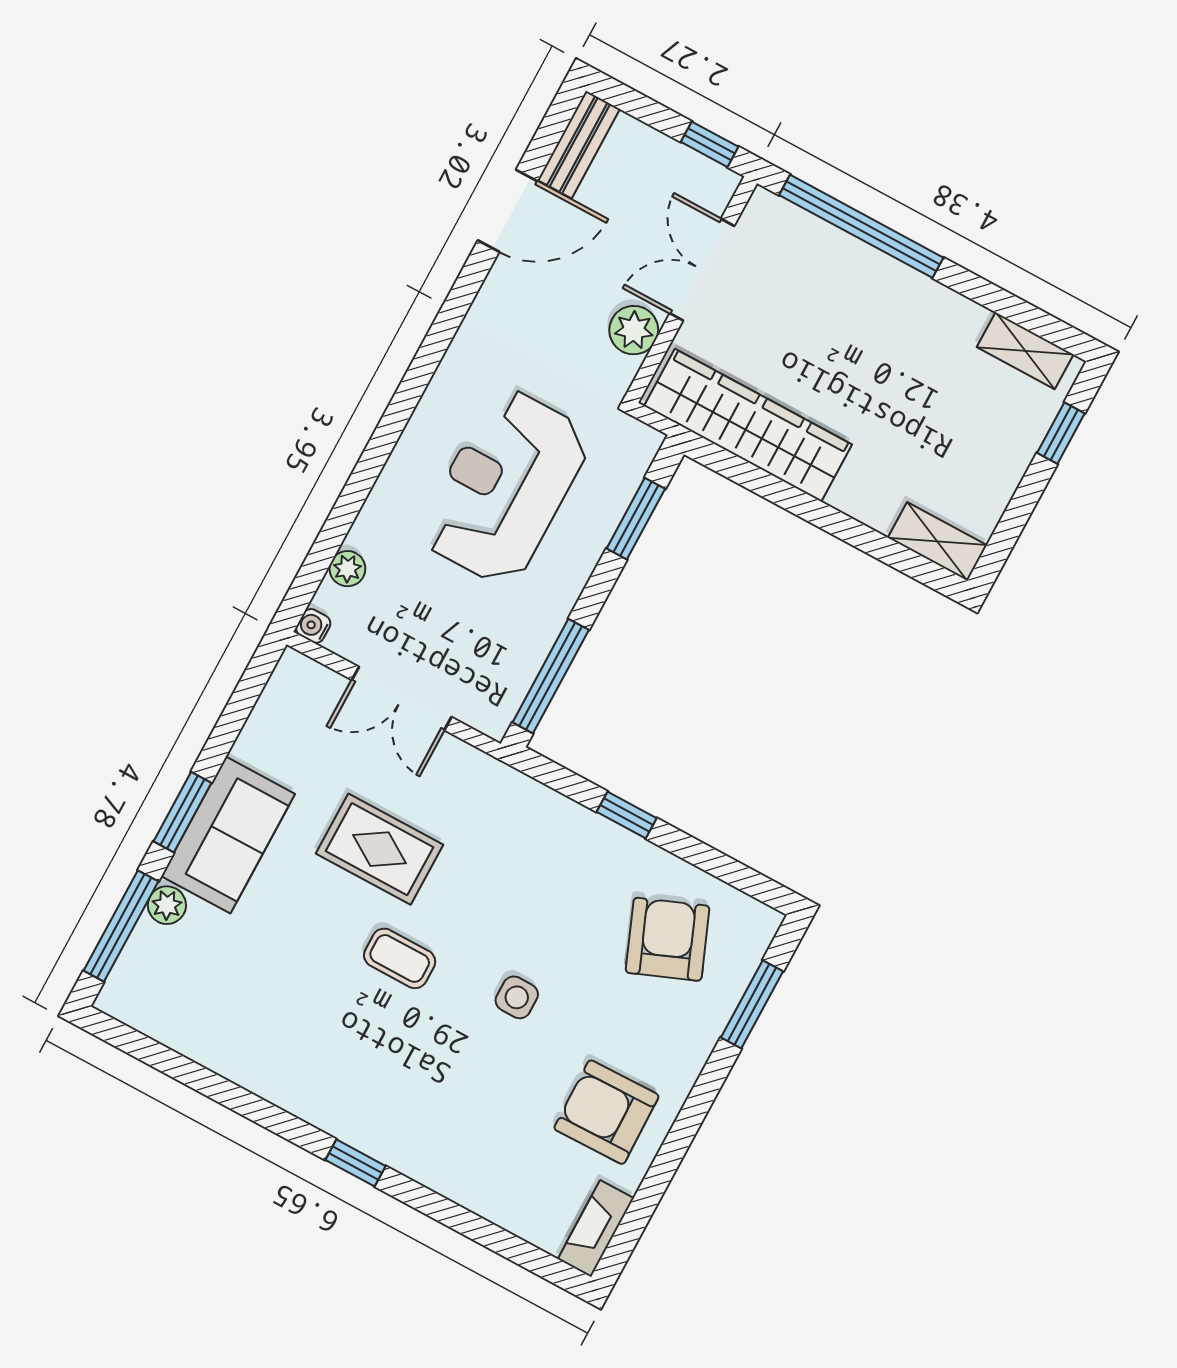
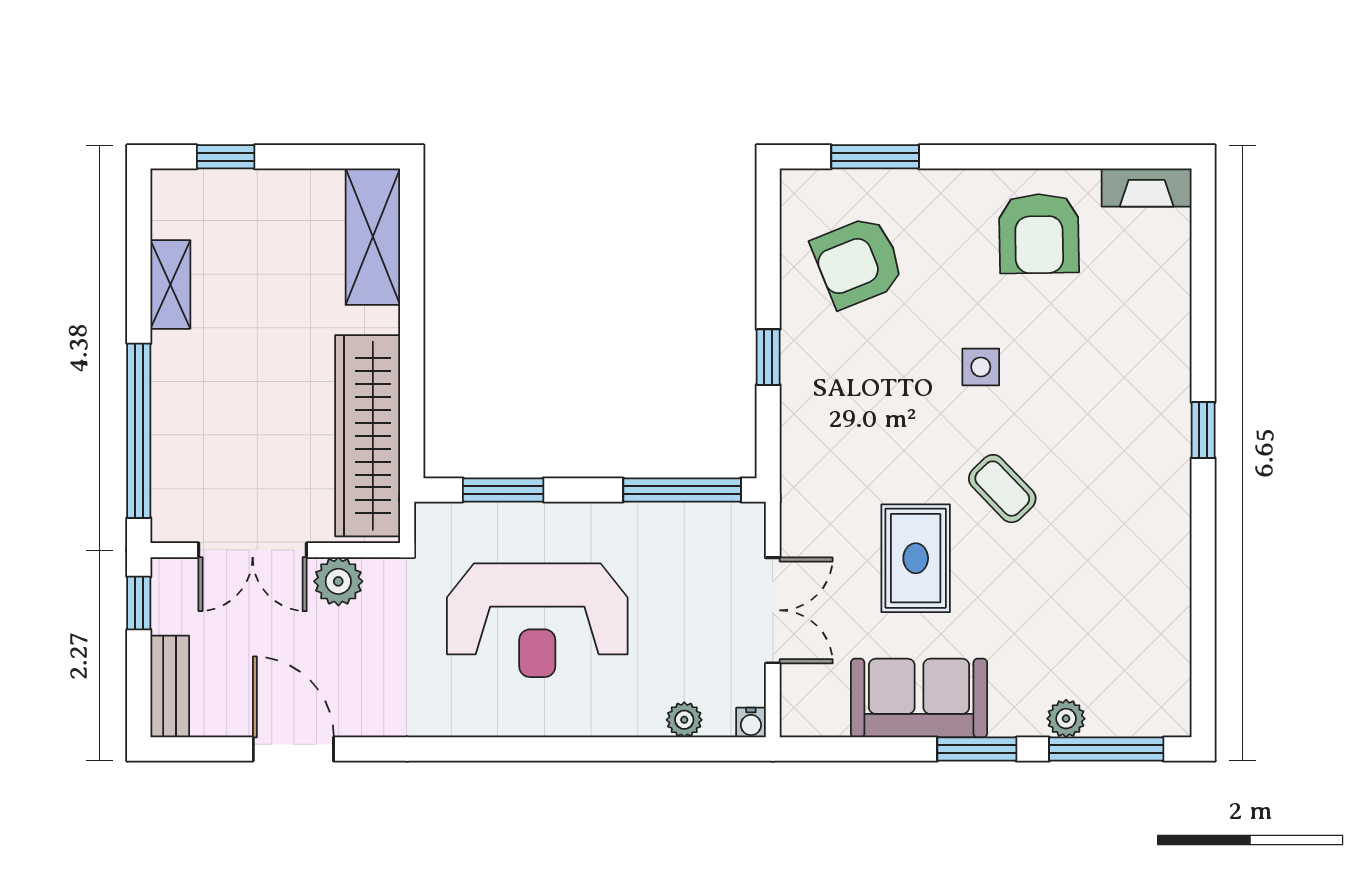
bench: (579, 145) -> (170, 687), moved, turned 90
shelving: (1025, 351) -> (170, 284), moved
shelving: (937, 541) -> (373, 237), width x1.50, depth x1.33
sofa: (228, 835) -> (919, 698), moved
coffee table: (400, 958) -> (1002, 489), turned -44

